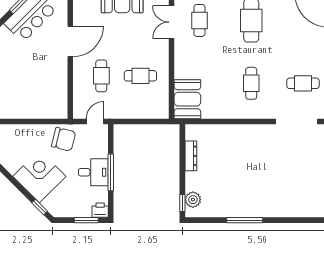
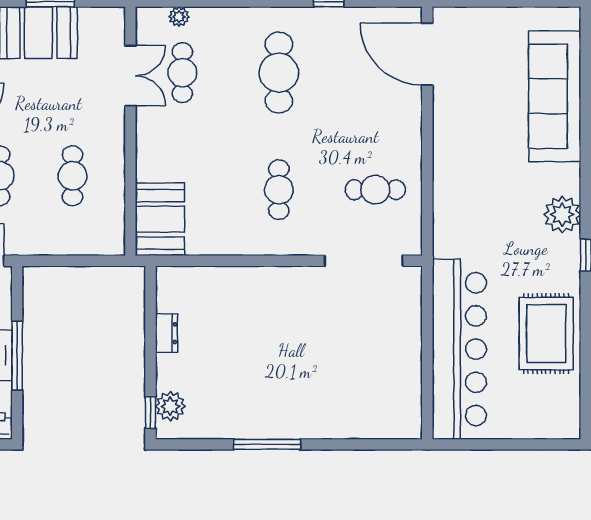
double door: (172, 22) -> (130, 76), swing flipped
cafe table: (140, 76) -> (72, 176), turned 90
dresser: (191, 156) -> (166, 333), width x0.70

